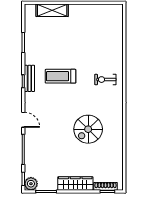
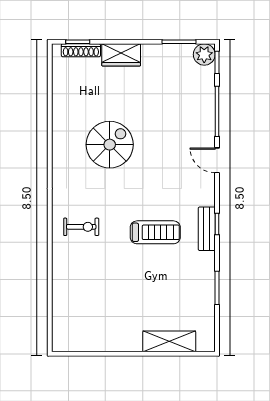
wardrobe: (75, 183) -> (121, 55), width x0.67

